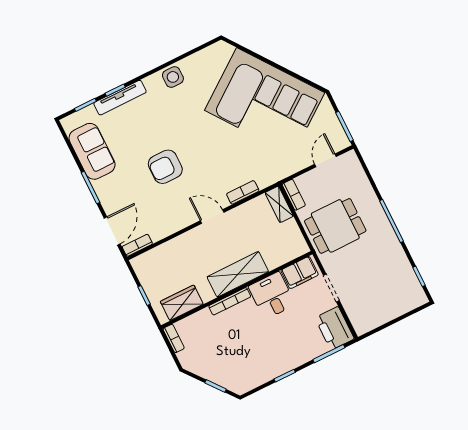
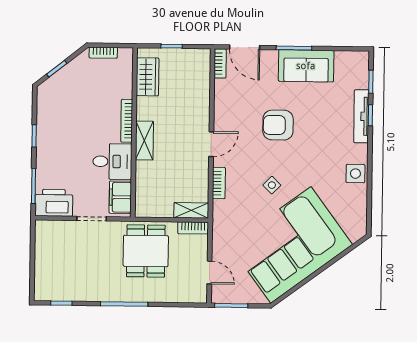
side table: (221, 145) -> (272, 185), added
sofa: (92, 151) -> (306, 66), moved
armchair: (165, 167) -> (278, 125), turned -90
shelving: (238, 274) -> (144, 141), width x0.67, depth x0.75
bookcase: (174, 338) -> (103, 53), moved

